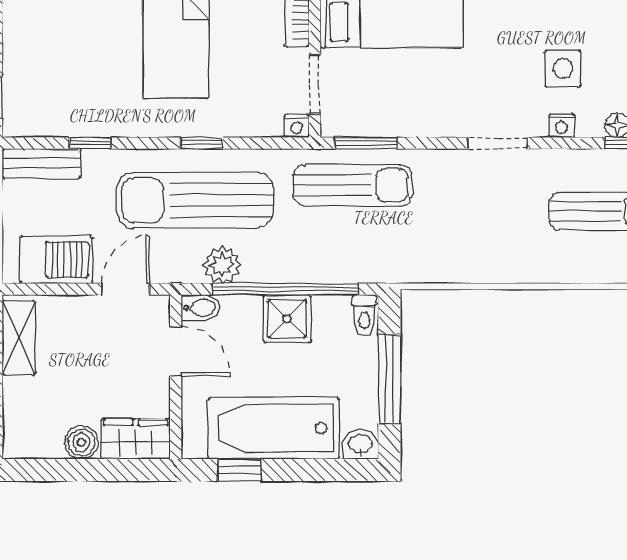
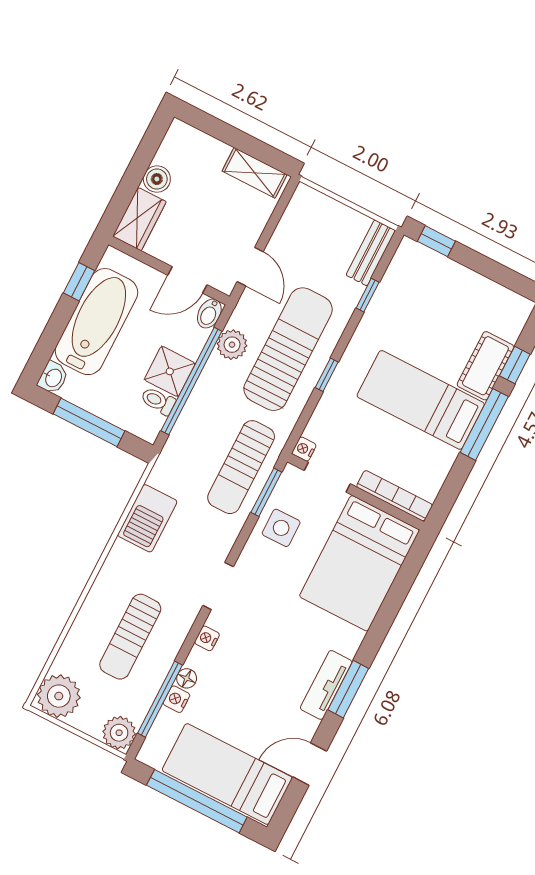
side table: (563, 68) -> (281, 528), moved
barbecue: (56, 260) -> (147, 518), moved
toilet: (364, 315) -> (158, 401), moved

